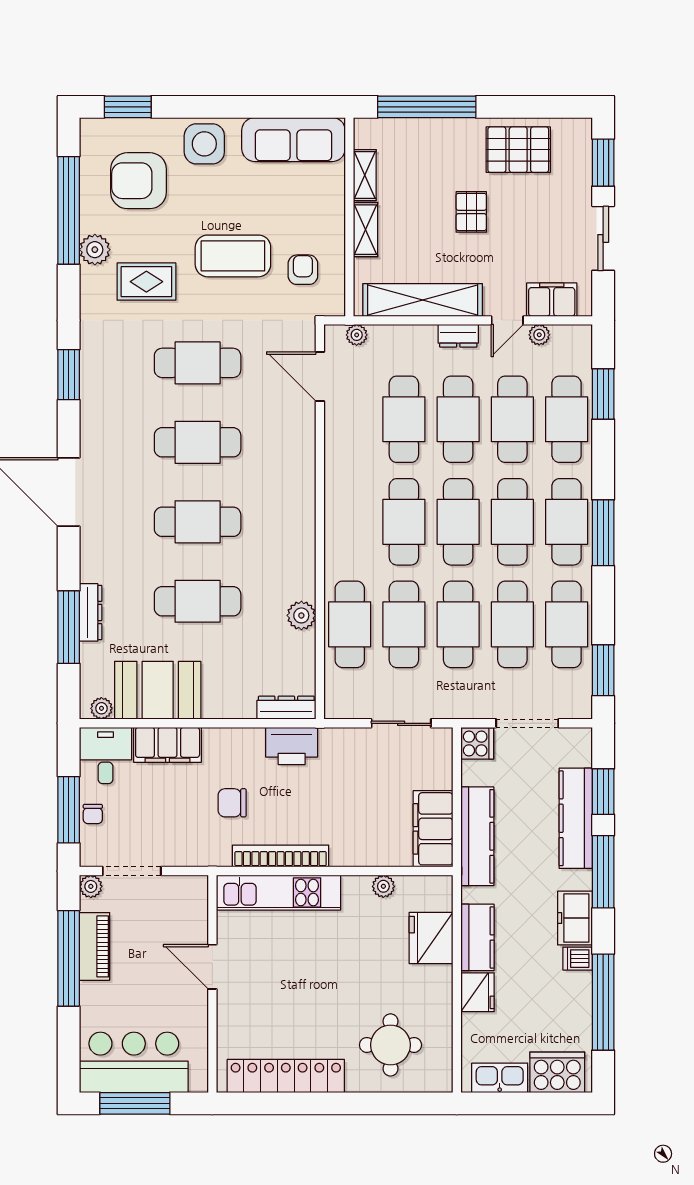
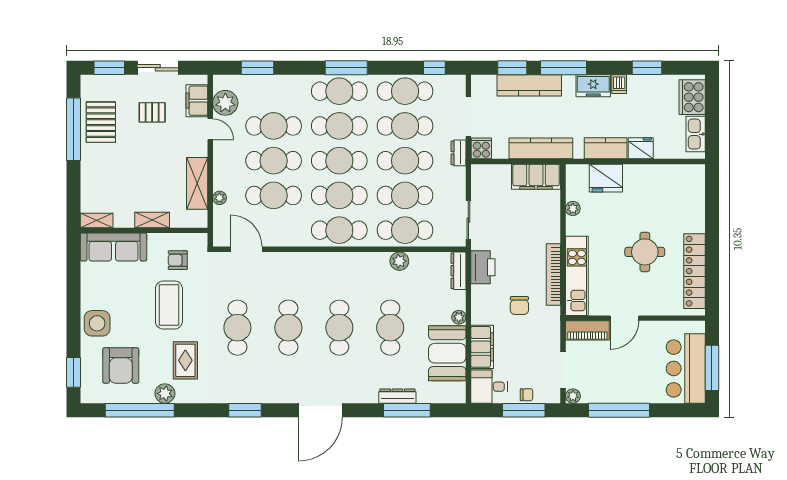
window: (427, 107) -> (73, 129), moved
sofa: (294, 140) -> (113, 247), moved, turned 90
shelving: (365, 175) -> (97, 220), moved
pallet: (471, 212) -> (152, 112), moved
shelving: (423, 300) -> (197, 183), width x0.68
plant: (357, 335) -> (220, 198), moved
plant: (539, 335) -> (225, 103), width x1.87, depth x1.87
dresser: (458, 336) -> (459, 153), moved, turned 180
door: (320, 377) -> (246, 249), swing flipped
cafe table: (567, 419) -> (339, 230), moved
window: (603, 670) -> (434, 68), width x0.67
plant: (101, 708) -> (459, 317), moved
sliding door: (401, 723) -> (468, 220), moved
piano: (95, 946) -> (587, 330), moved, turned 180
window: (603, 1002) -> (647, 68), width x0.47
round table: (390, 1045) -> (645, 252), moved

